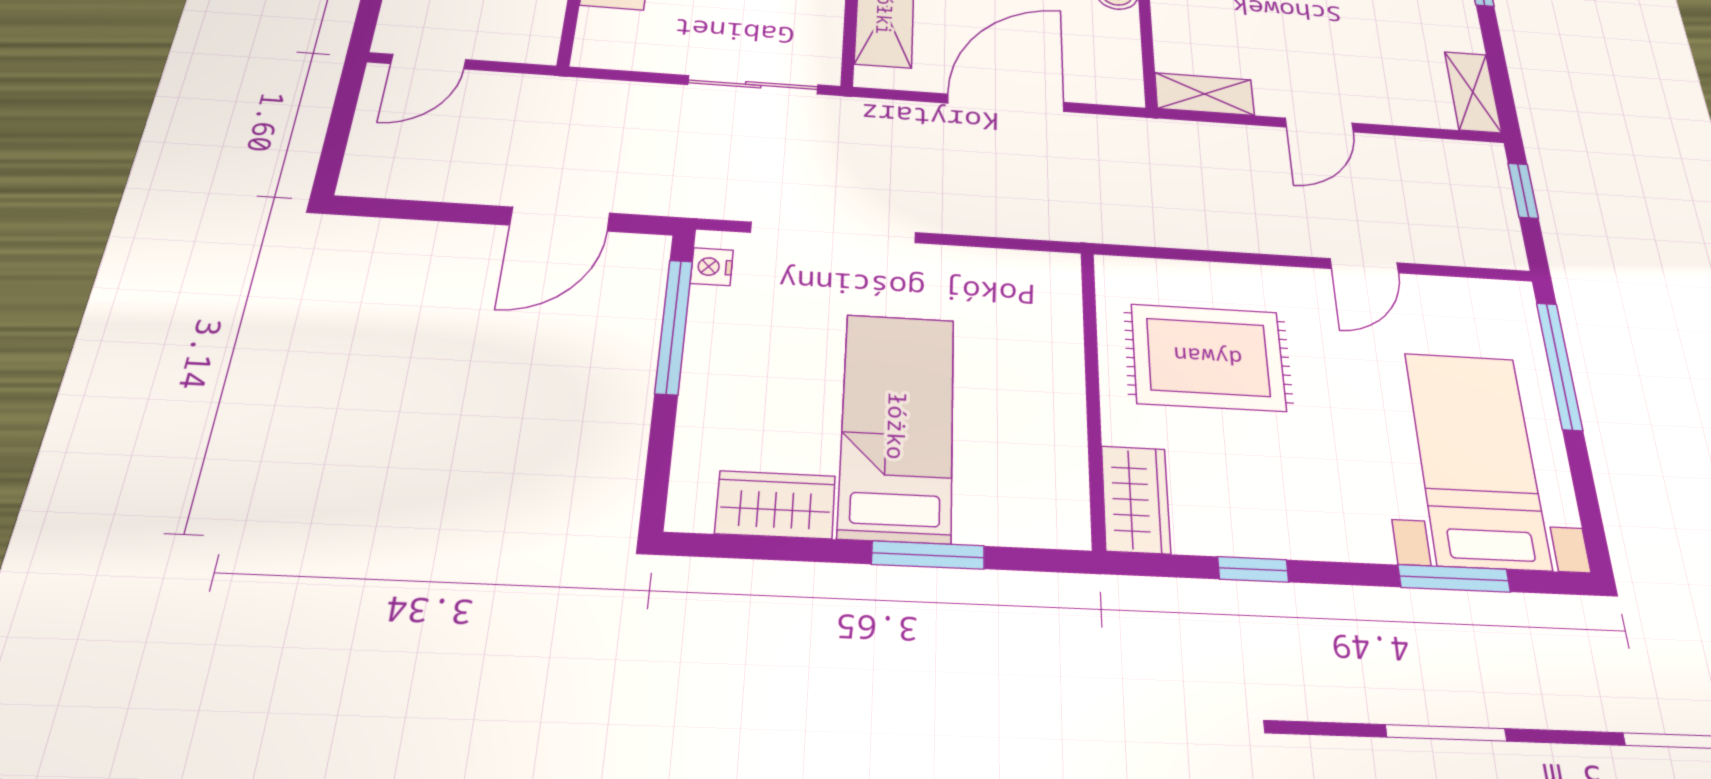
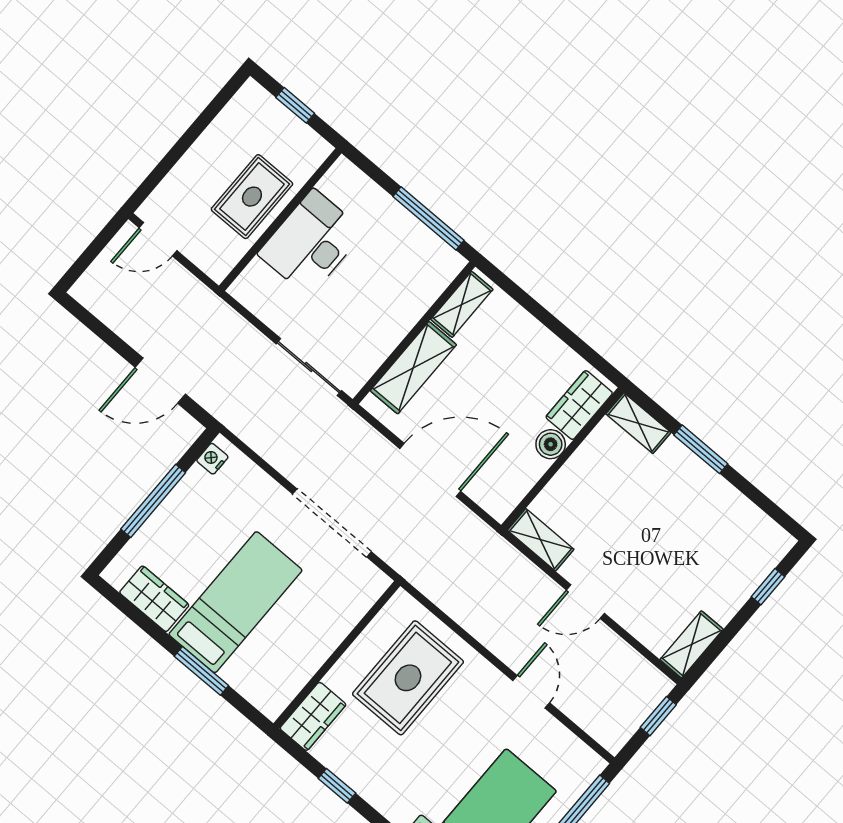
doorway: (834, 232) -> (332, 523), moved
door: (1364, 266) -> (531, 692), swing flipped
window: (674, 326) -> (153, 501), moved
rug: (1208, 357) -> (408, 678), turned 90

